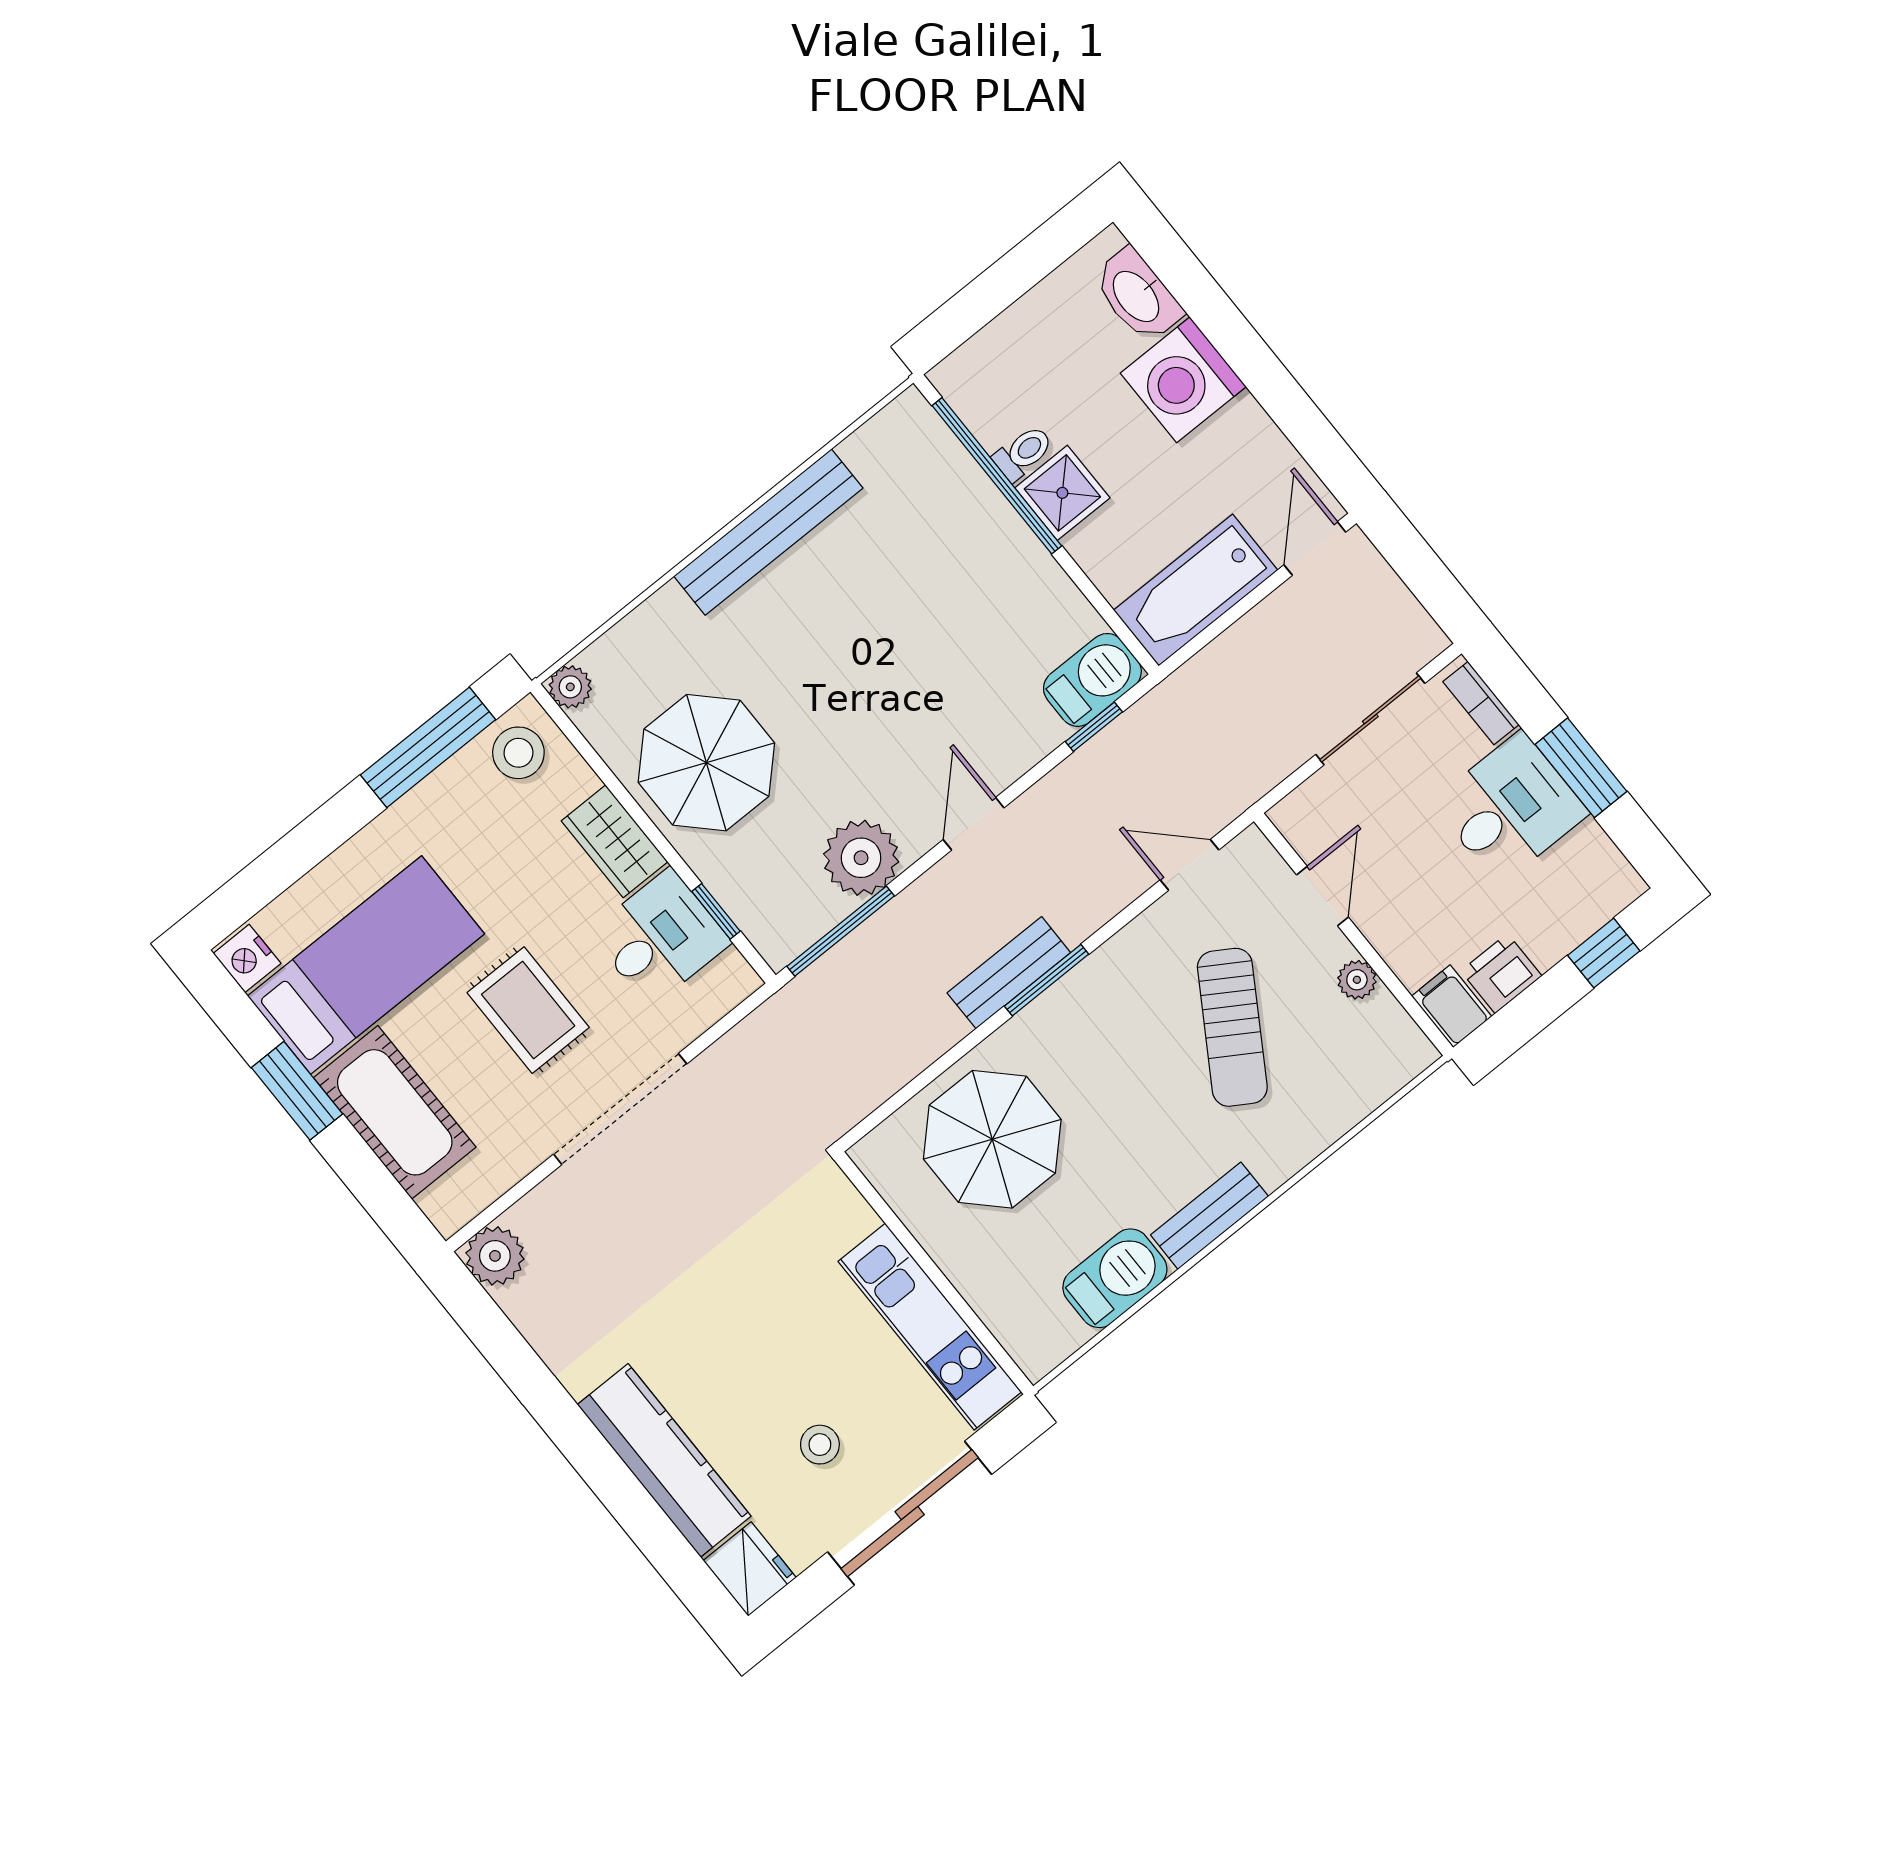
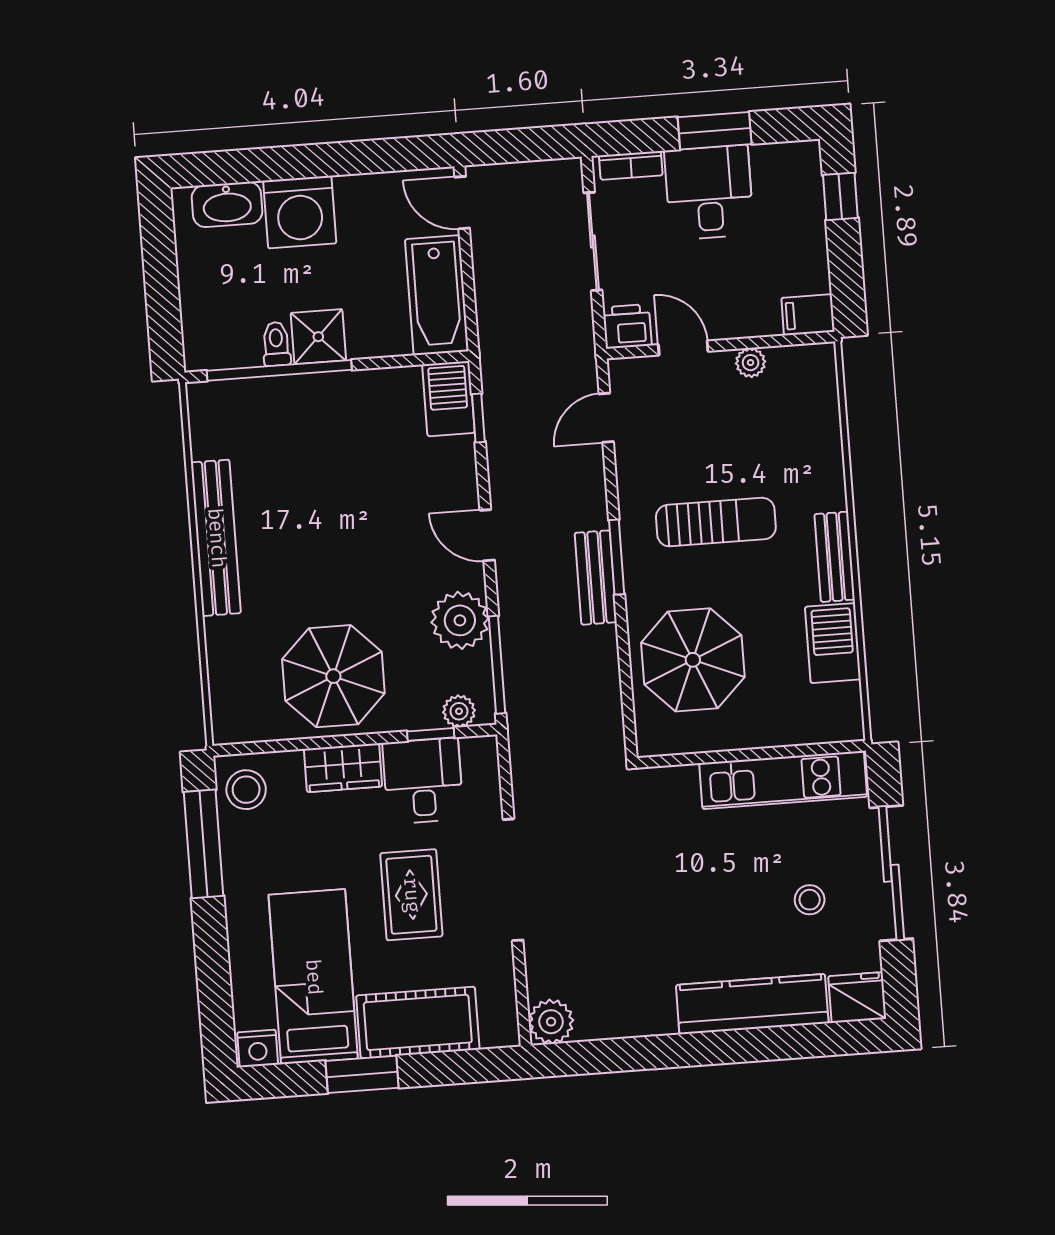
plant: (570, 687) -> (459, 711), moved
printer: (1501, 973) -> (627, 326), moved, turned 90
rug: (528, 1010) -> (411, 895), turned 90
sun lounger: (1232, 1027) -> (716, 522), moved, turned -32

